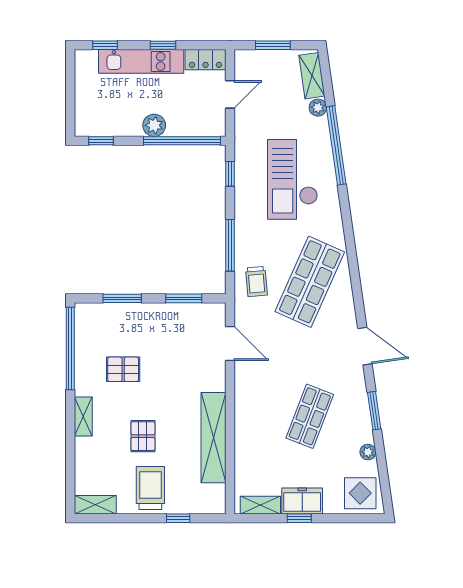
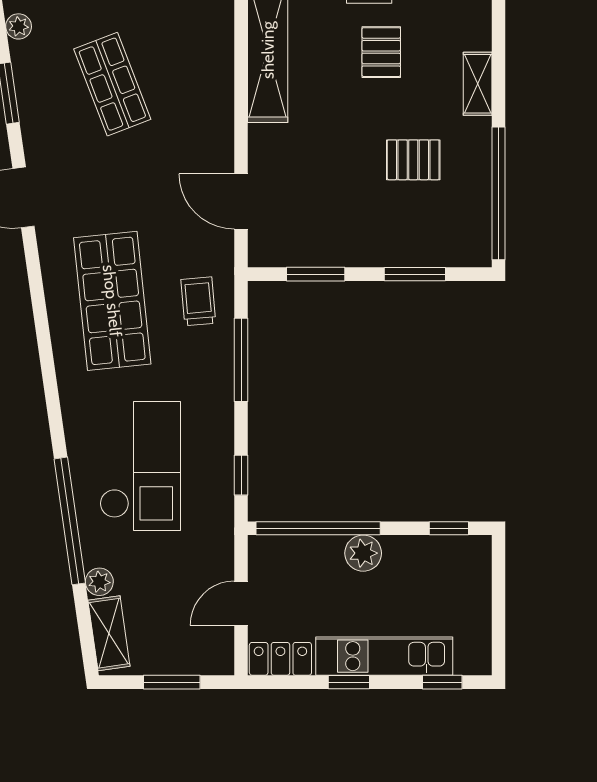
shop shelf: (310, 282) -> (112, 301), turned -30
shop shelf: (310, 416) -> (112, 84), turned -42

